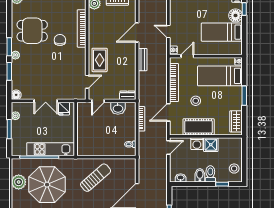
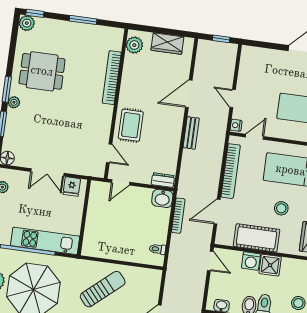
chair: (60, 40) -> (79, 90), removed
door: (87, 82) -> (109, 153), hinge flipped
stool: (196, 101) -> (281, 208), moved
washbasin: (118, 108) -> (162, 198), moved
door: (168, 147) -> (210, 261), hinge flipped

